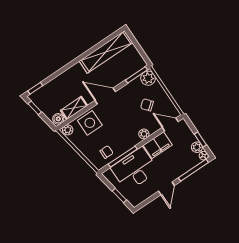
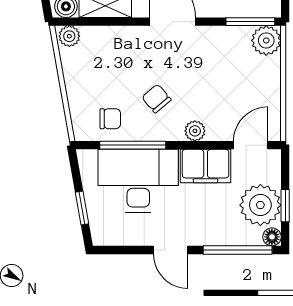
chair: (147, 105) -> (156, 98), moved
side table: (90, 123) -> (115, 50), removed
door: (170, 125) -> (251, 145), hinge flipped
plant: (197, 147) -> (260, 205), width x1.87, depth x1.87
door: (166, 188) -> (171, 250), hinge flipped

